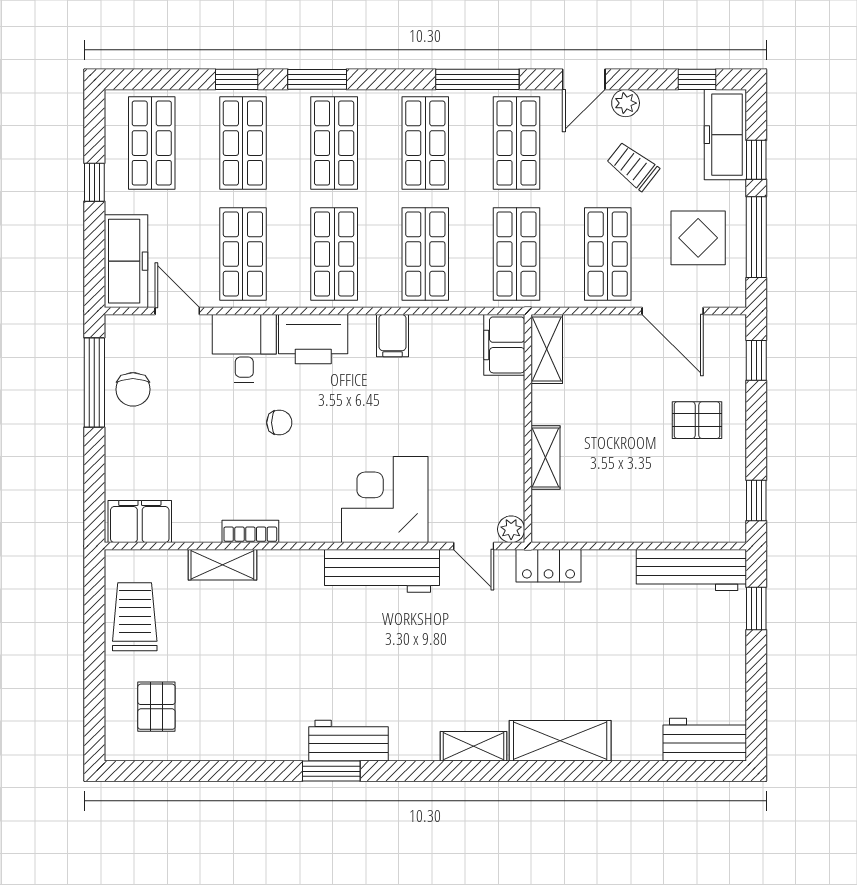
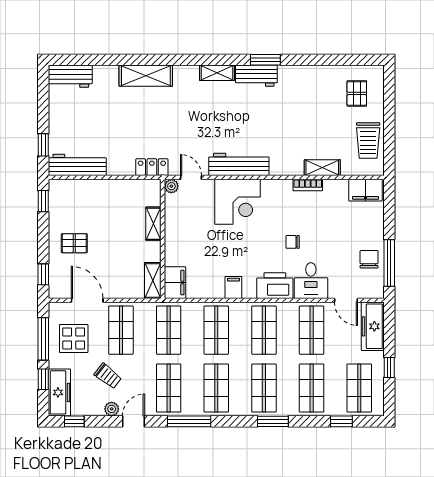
window: (237, 79) -> (341, 421), moved
shelving: (473, 746) -> (217, 73), moved

